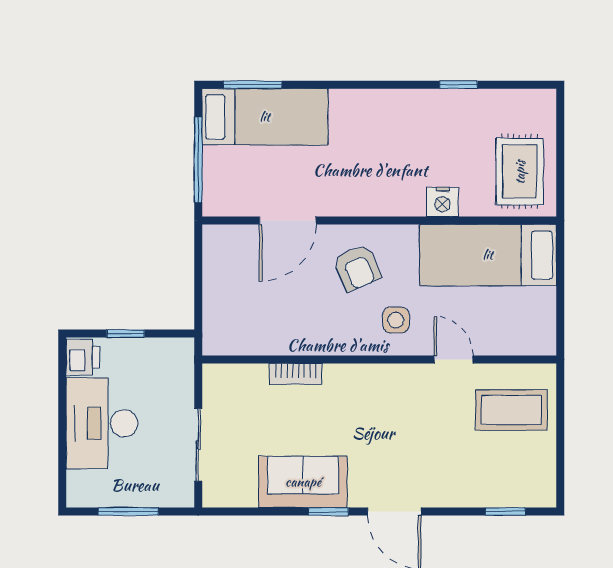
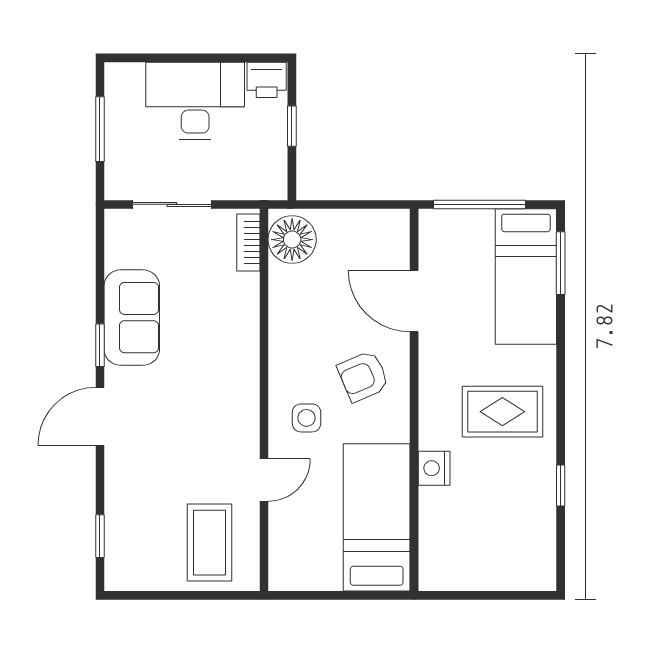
rug: (520, 172) -> (502, 412), moved
floor lamp: (231, 333) -> (292, 240), added
bookcase: (296, 374) -> (248, 243), moved

